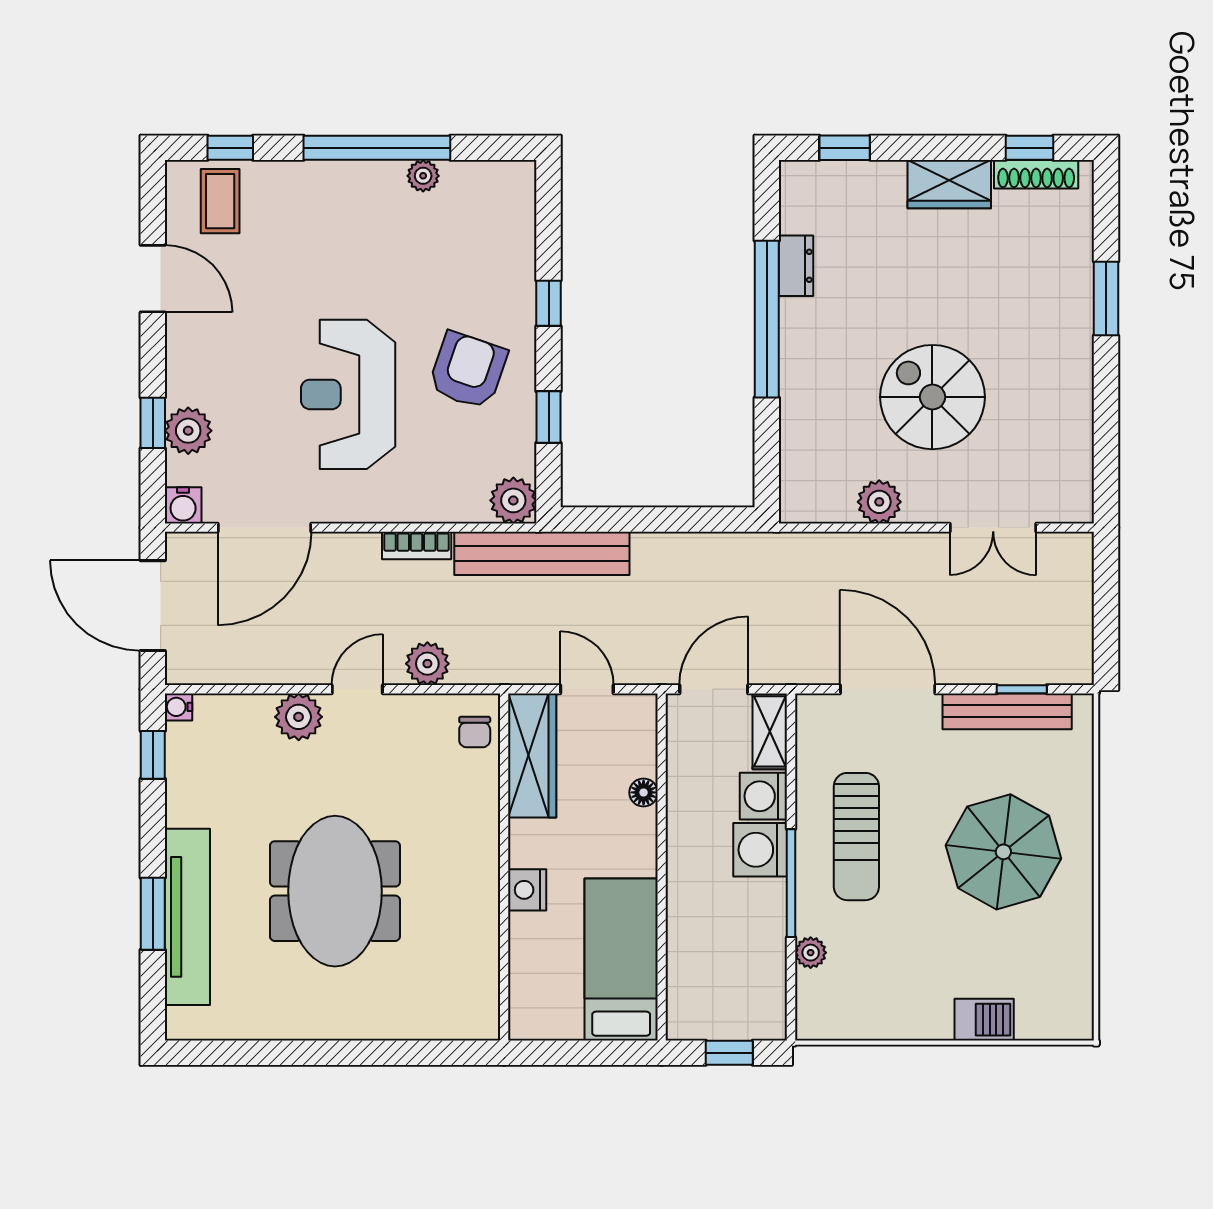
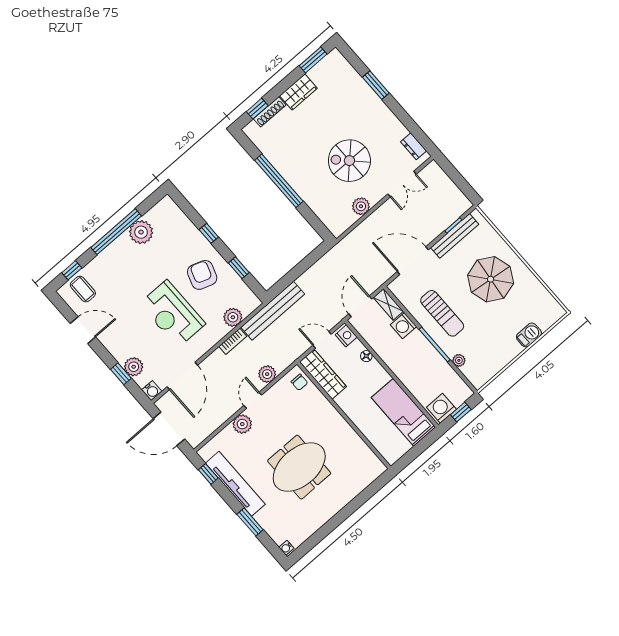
window: (1030, 148) -> (313, 60), width x1.50
shoe rack: (1036, 174) -> (270, 112), moved
plant: (423, 176) -> (141, 232), width x1.88, depth x1.88
dresser: (796, 266) -> (414, 146), moved, turned 180
plant: (513, 500) -> (233, 317), moved
water cooler: (178, 707) -> (286, 548), moved
washing machine: (760, 850) -> (441, 408), moved, turned 90
nightstand: (527, 890) -> (346, 336), moved, turned 180
meeting table: (335, 891) -> (299, 467), turned 90
tv unit: (187, 917) -> (235, 484), moved

